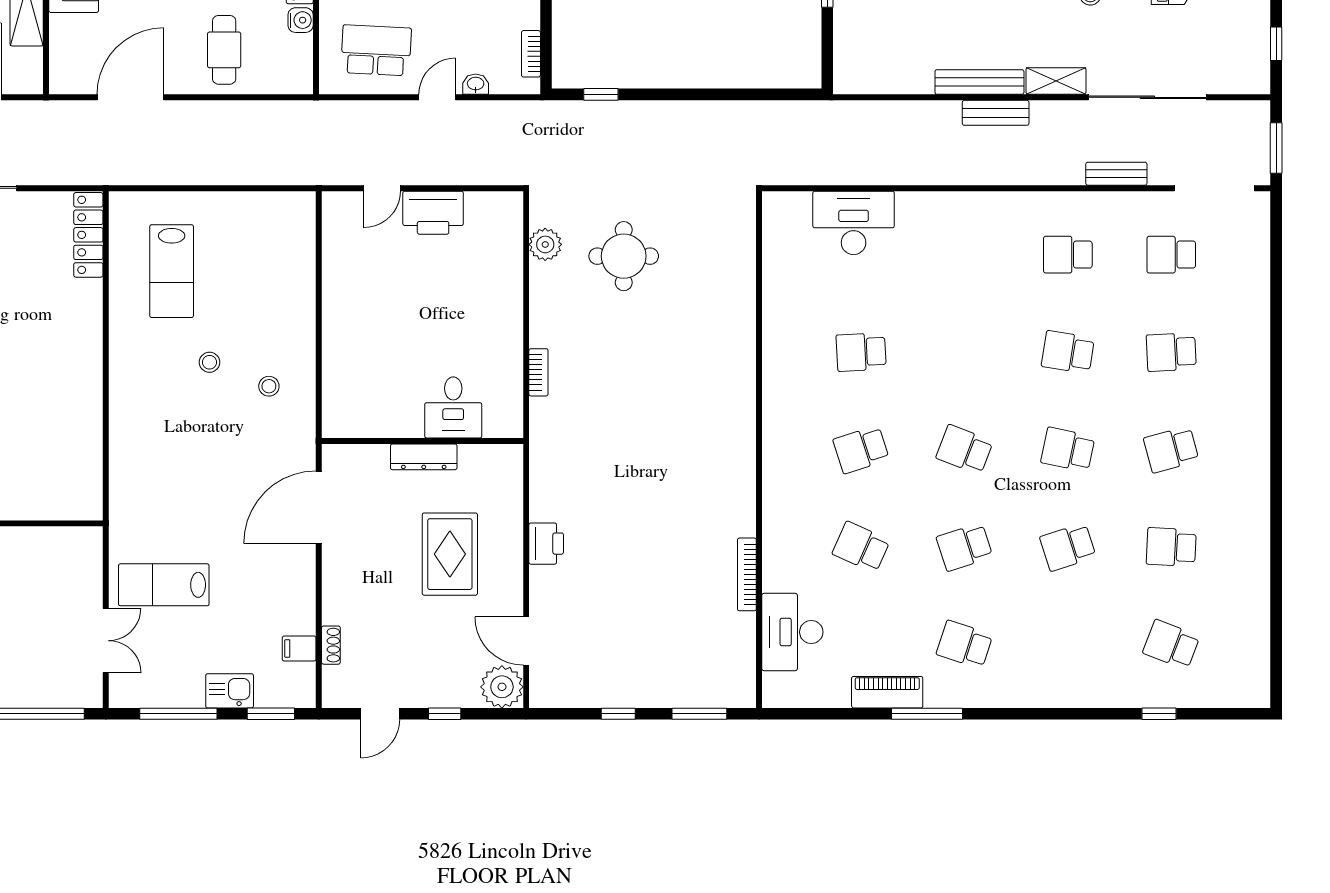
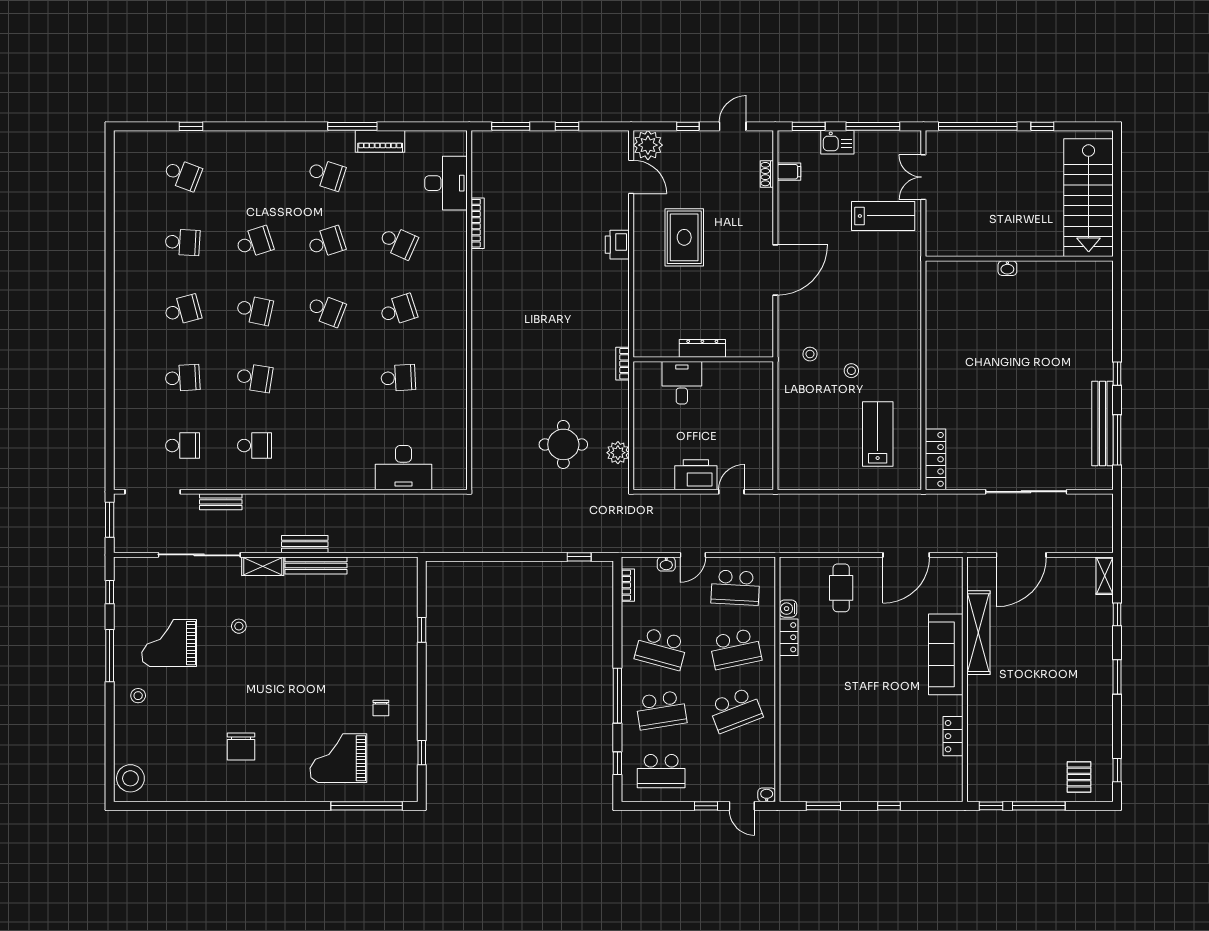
desk: (453, 407) -> (682, 383), moved
wall: (422, 441) -> (703, 359), moved
dresser: (424, 457) -> (702, 348), moved

